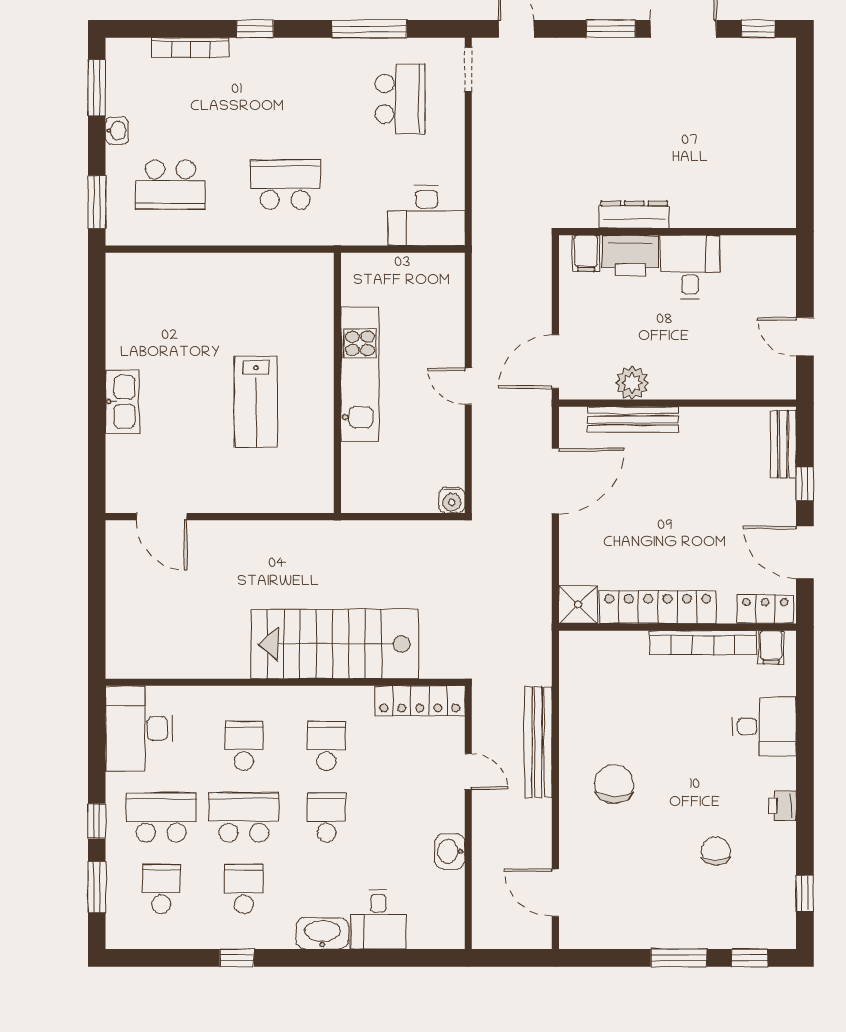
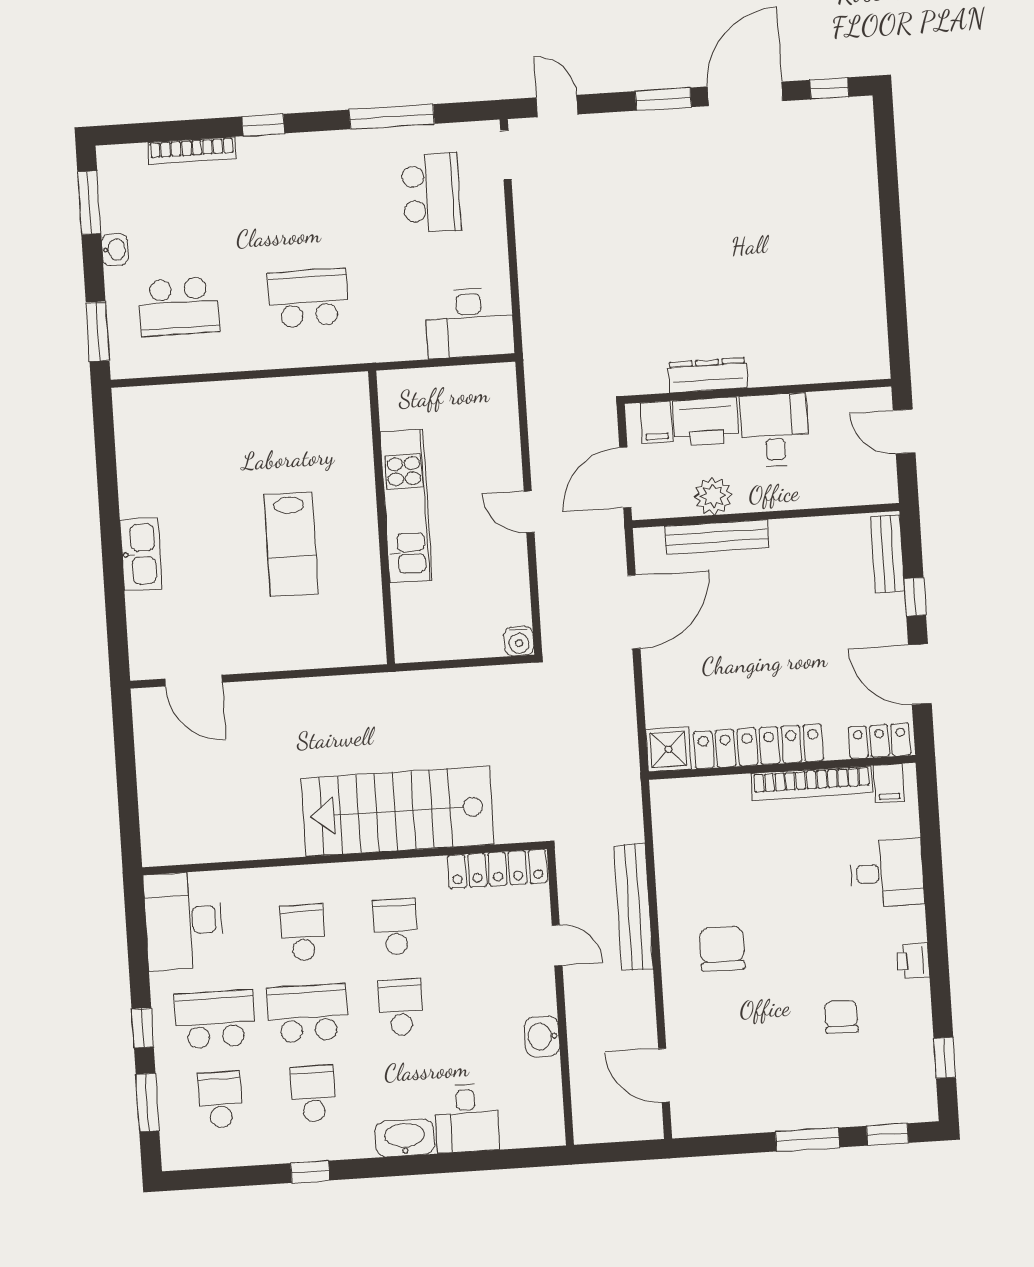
dresser: (634, 215) -> (708, 375), moved
wall: (678, 232) -> (758, 391), moved
filing cabinet: (586, 253) -> (656, 422), moved
printer: (630, 255) -> (706, 421), moved
desk: (690, 267) -> (775, 430), moved

